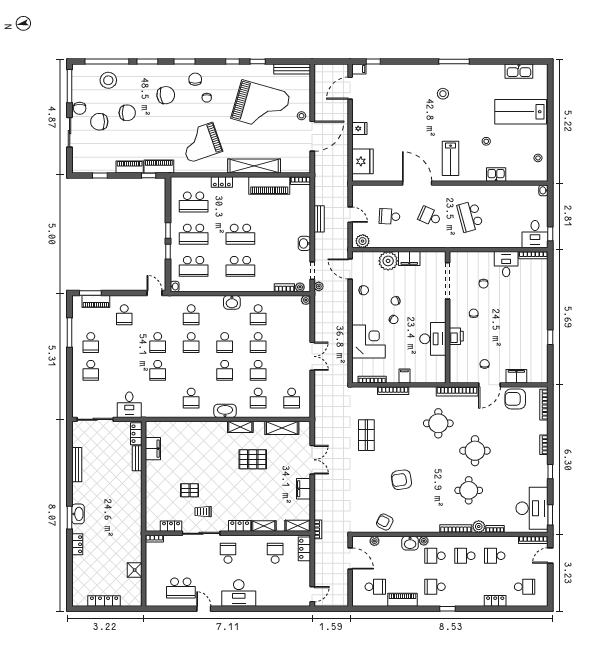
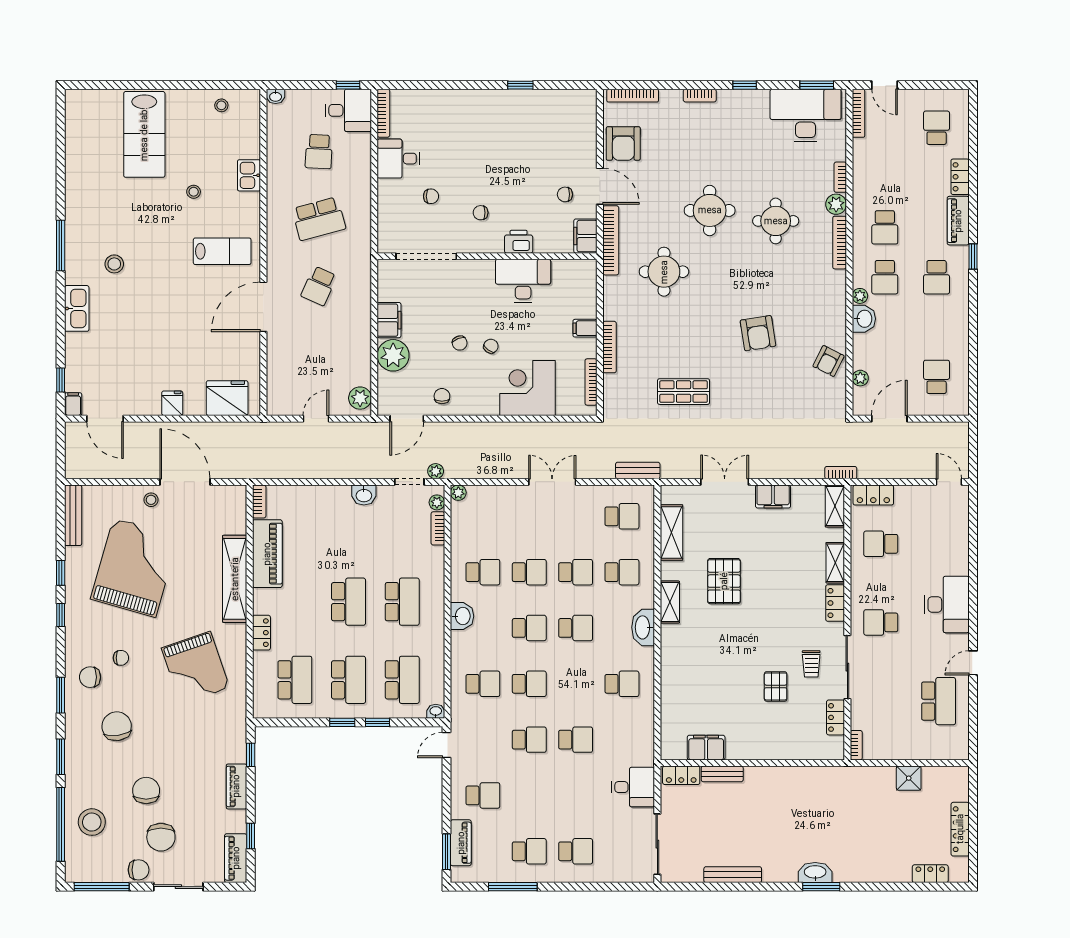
kitchen sink: (519, 71) -> (77, 308), moved
piano: (159, 166) -> (236, 858), moved
school desk: (389, 216) -> (319, 152), moved
bench: (319, 219) -> (638, 471), moved
filing cabinet: (516, 376) -> (585, 236), moved
locker: (77, 544) -> (930, 874), moved
school desk: (495, 556) -> (885, 178), removed
piano: (402, 600) -> (958, 221), moved

